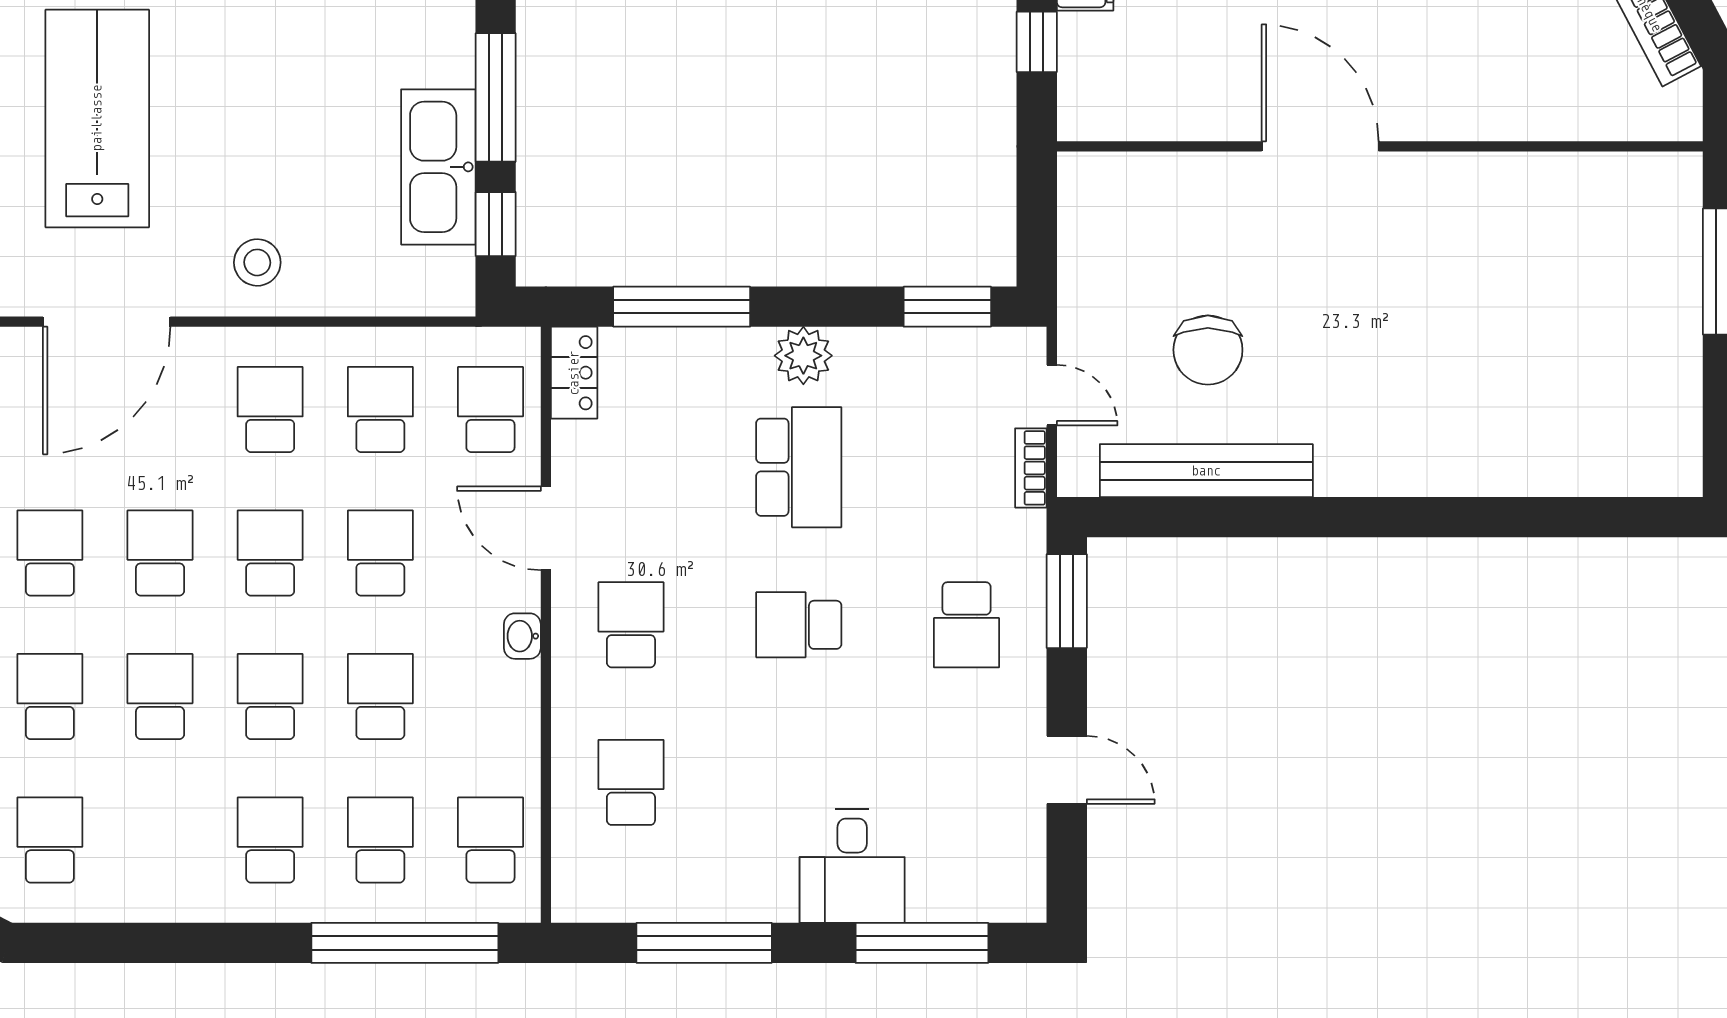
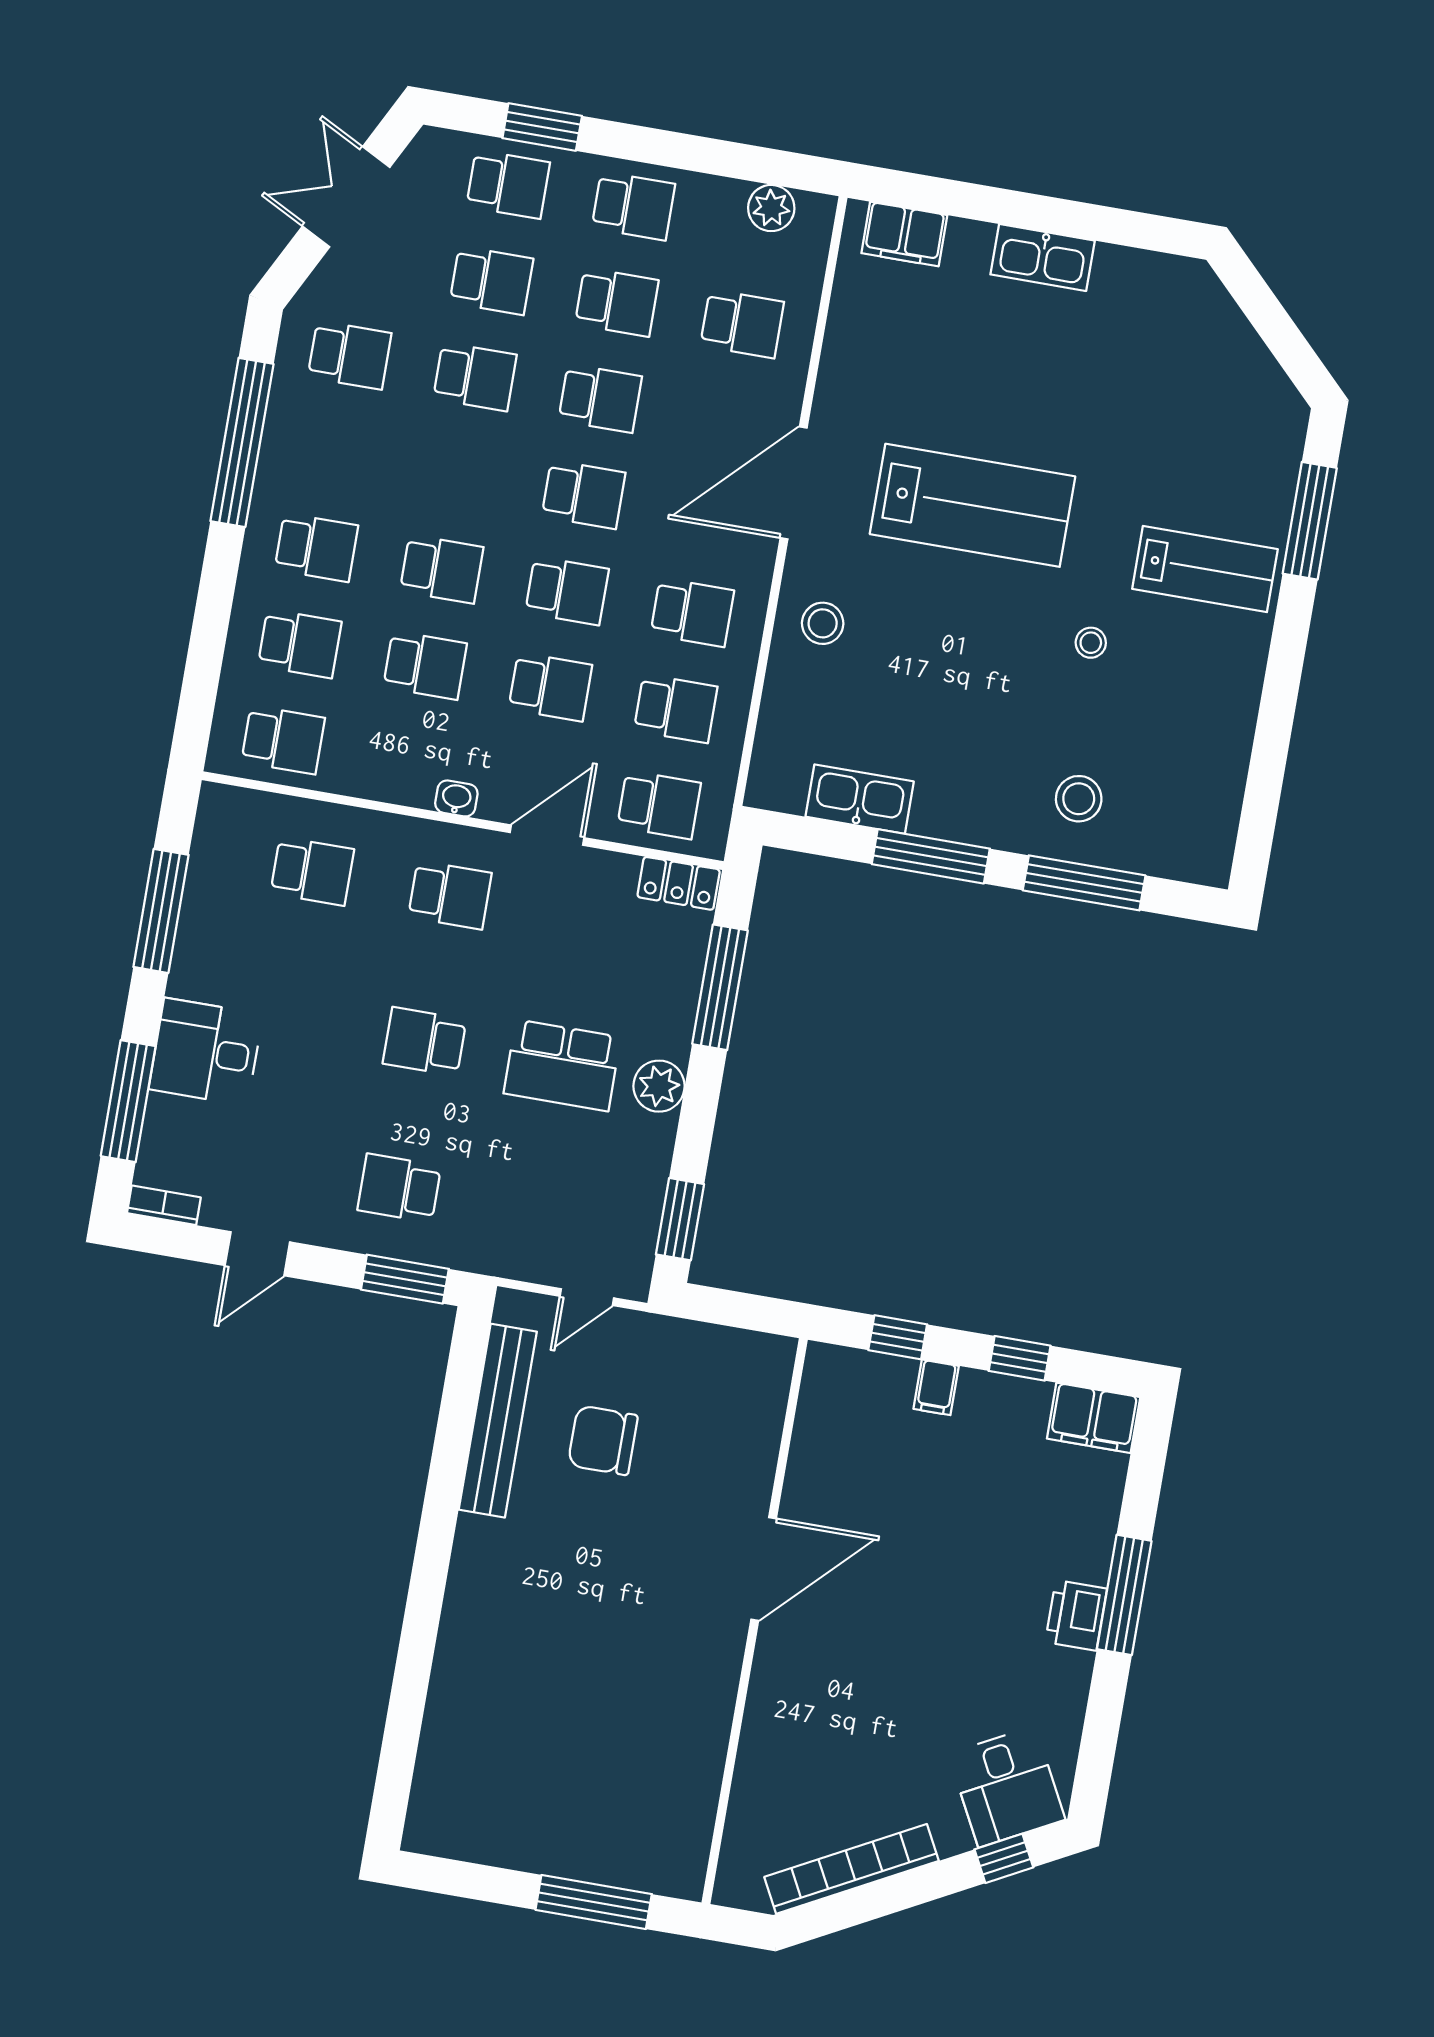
kitchen sink: (438, 167) -> (860, 799), width x0.73, depth x0.81
window: (496, 224) -> (820, 837), removed
door: (107, 322) -> (794, 483), hinge flipped
bookcase: (1031, 468) -> (164, 1205), moved
school desk: (799, 625) -> (425, 1042), turned -90
school desk: (160, 697) -> (458, 473), removed
window: (405, 943) -> (242, 442), moved

